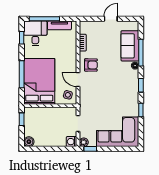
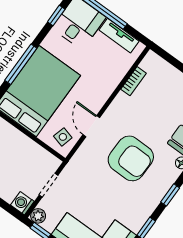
armchair: (91, 65) -> (131, 158), moved, width x1.88, depth x1.88

